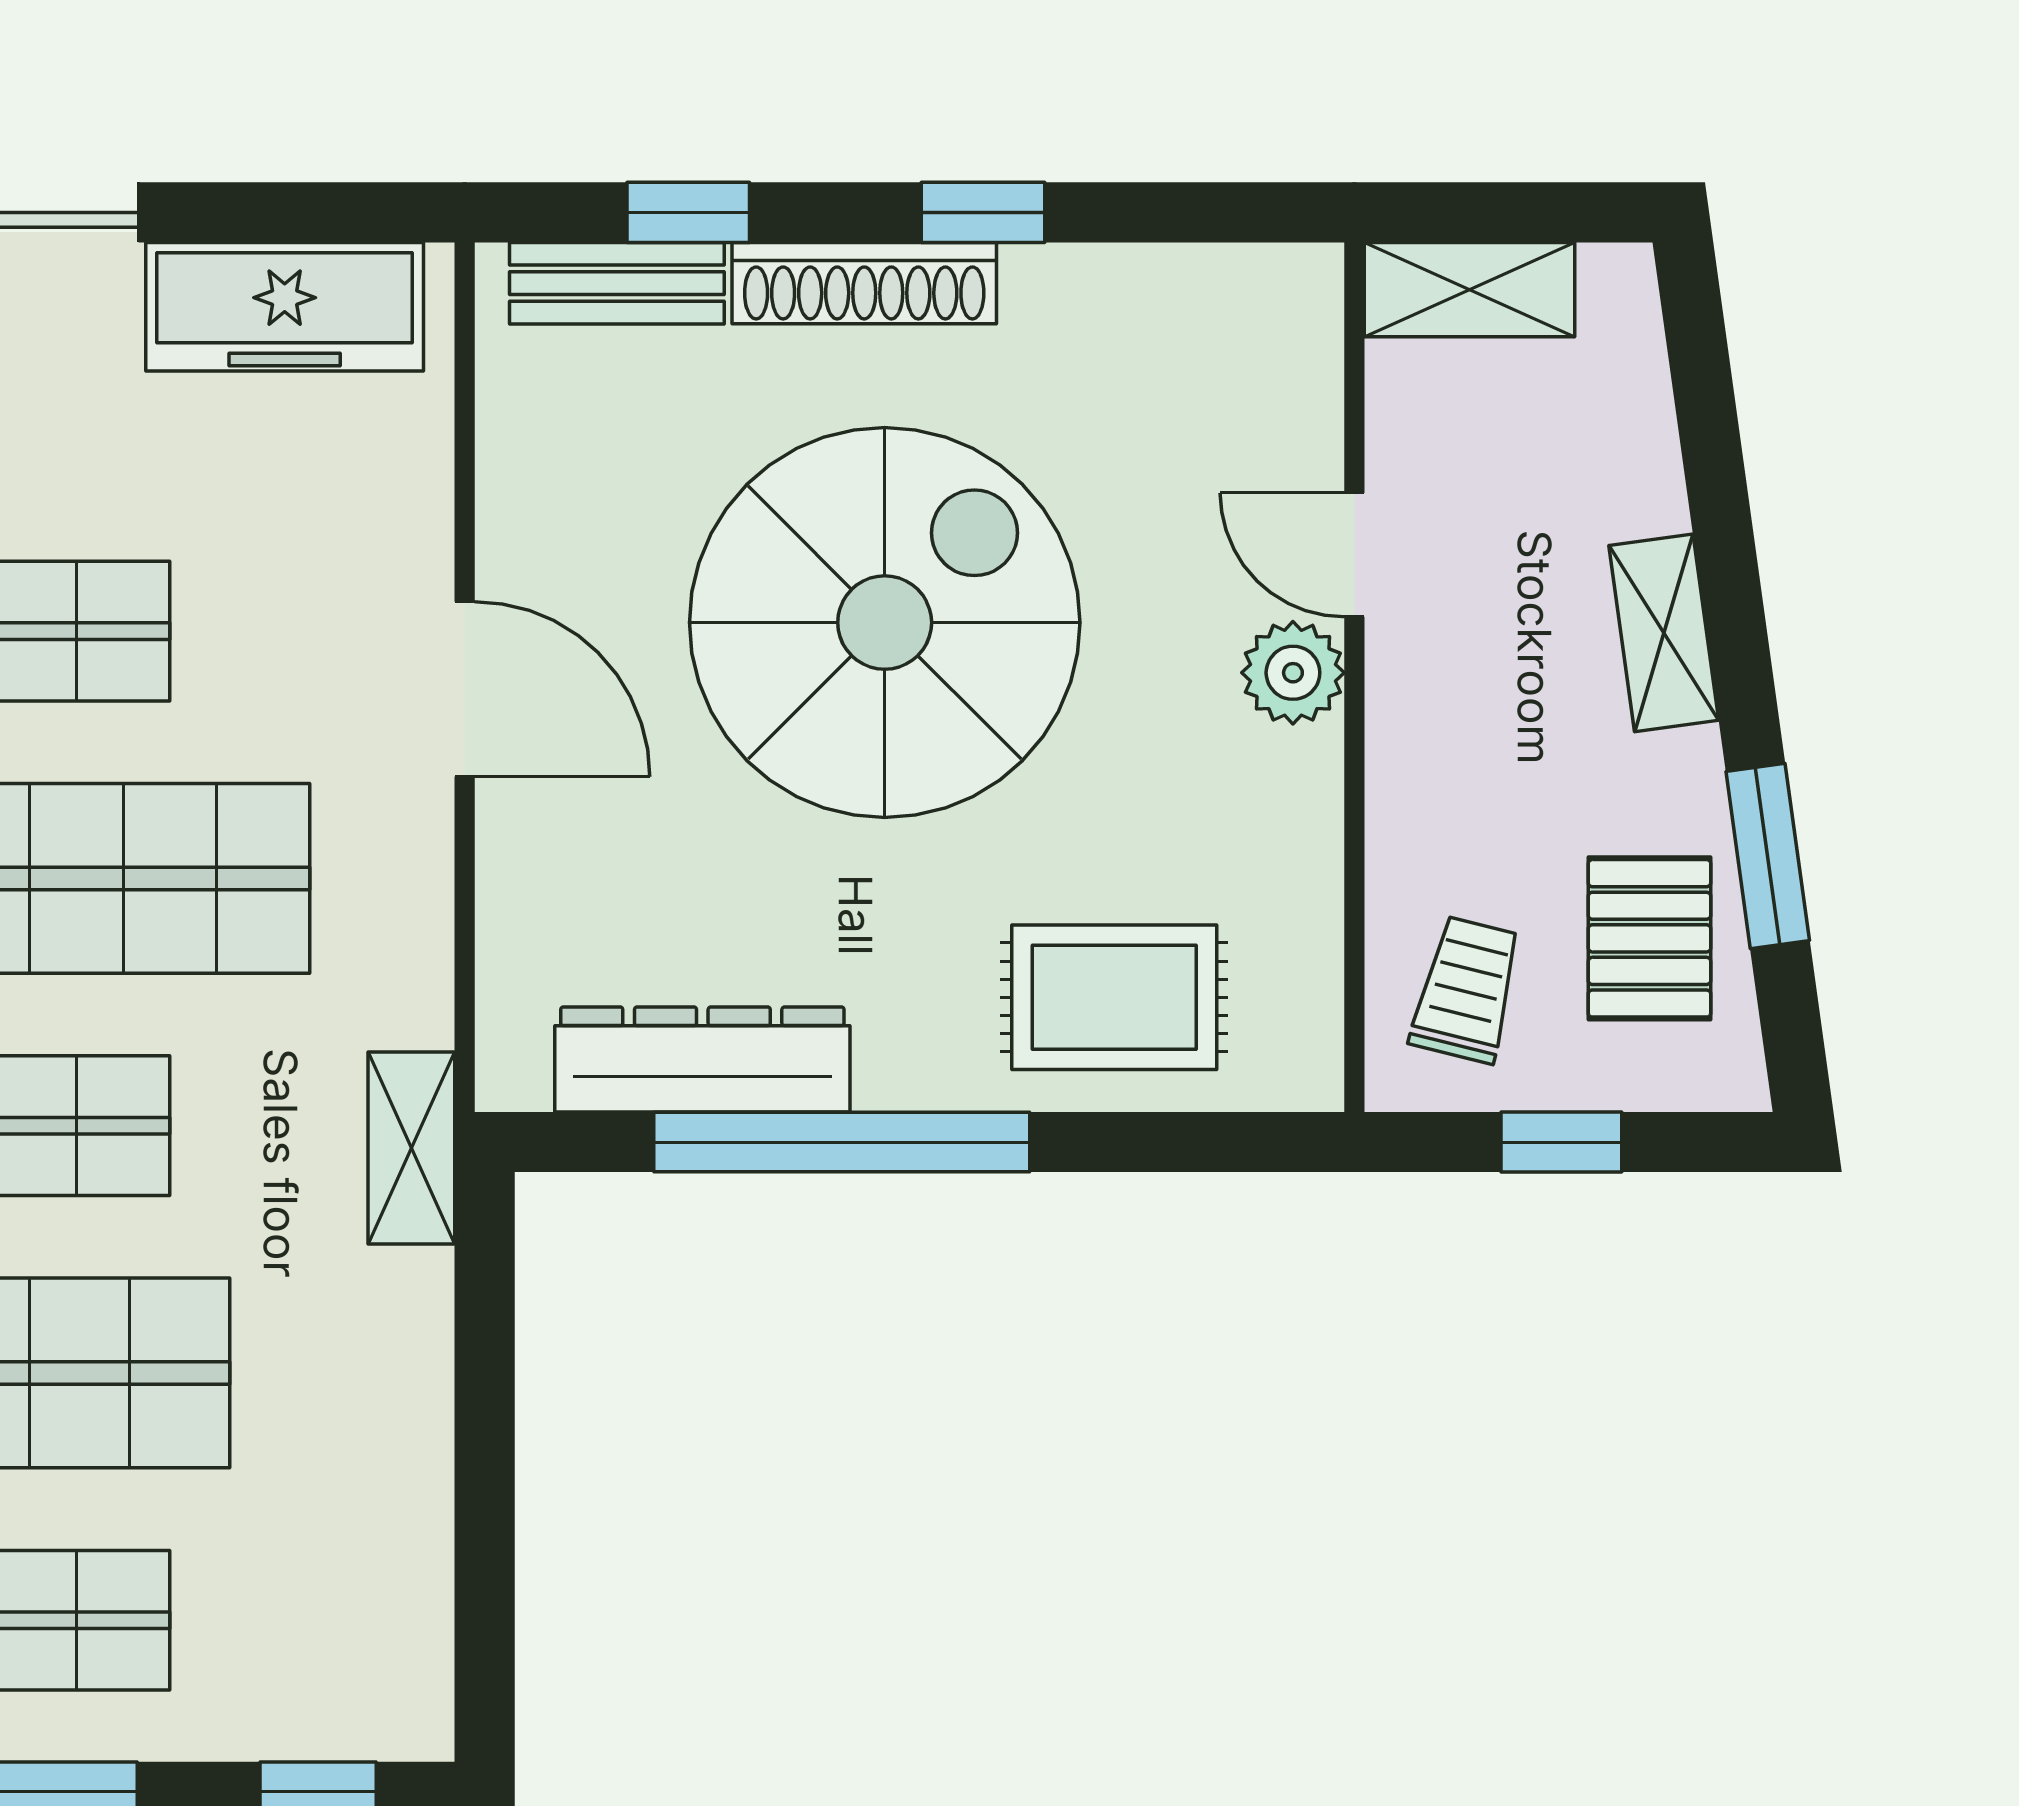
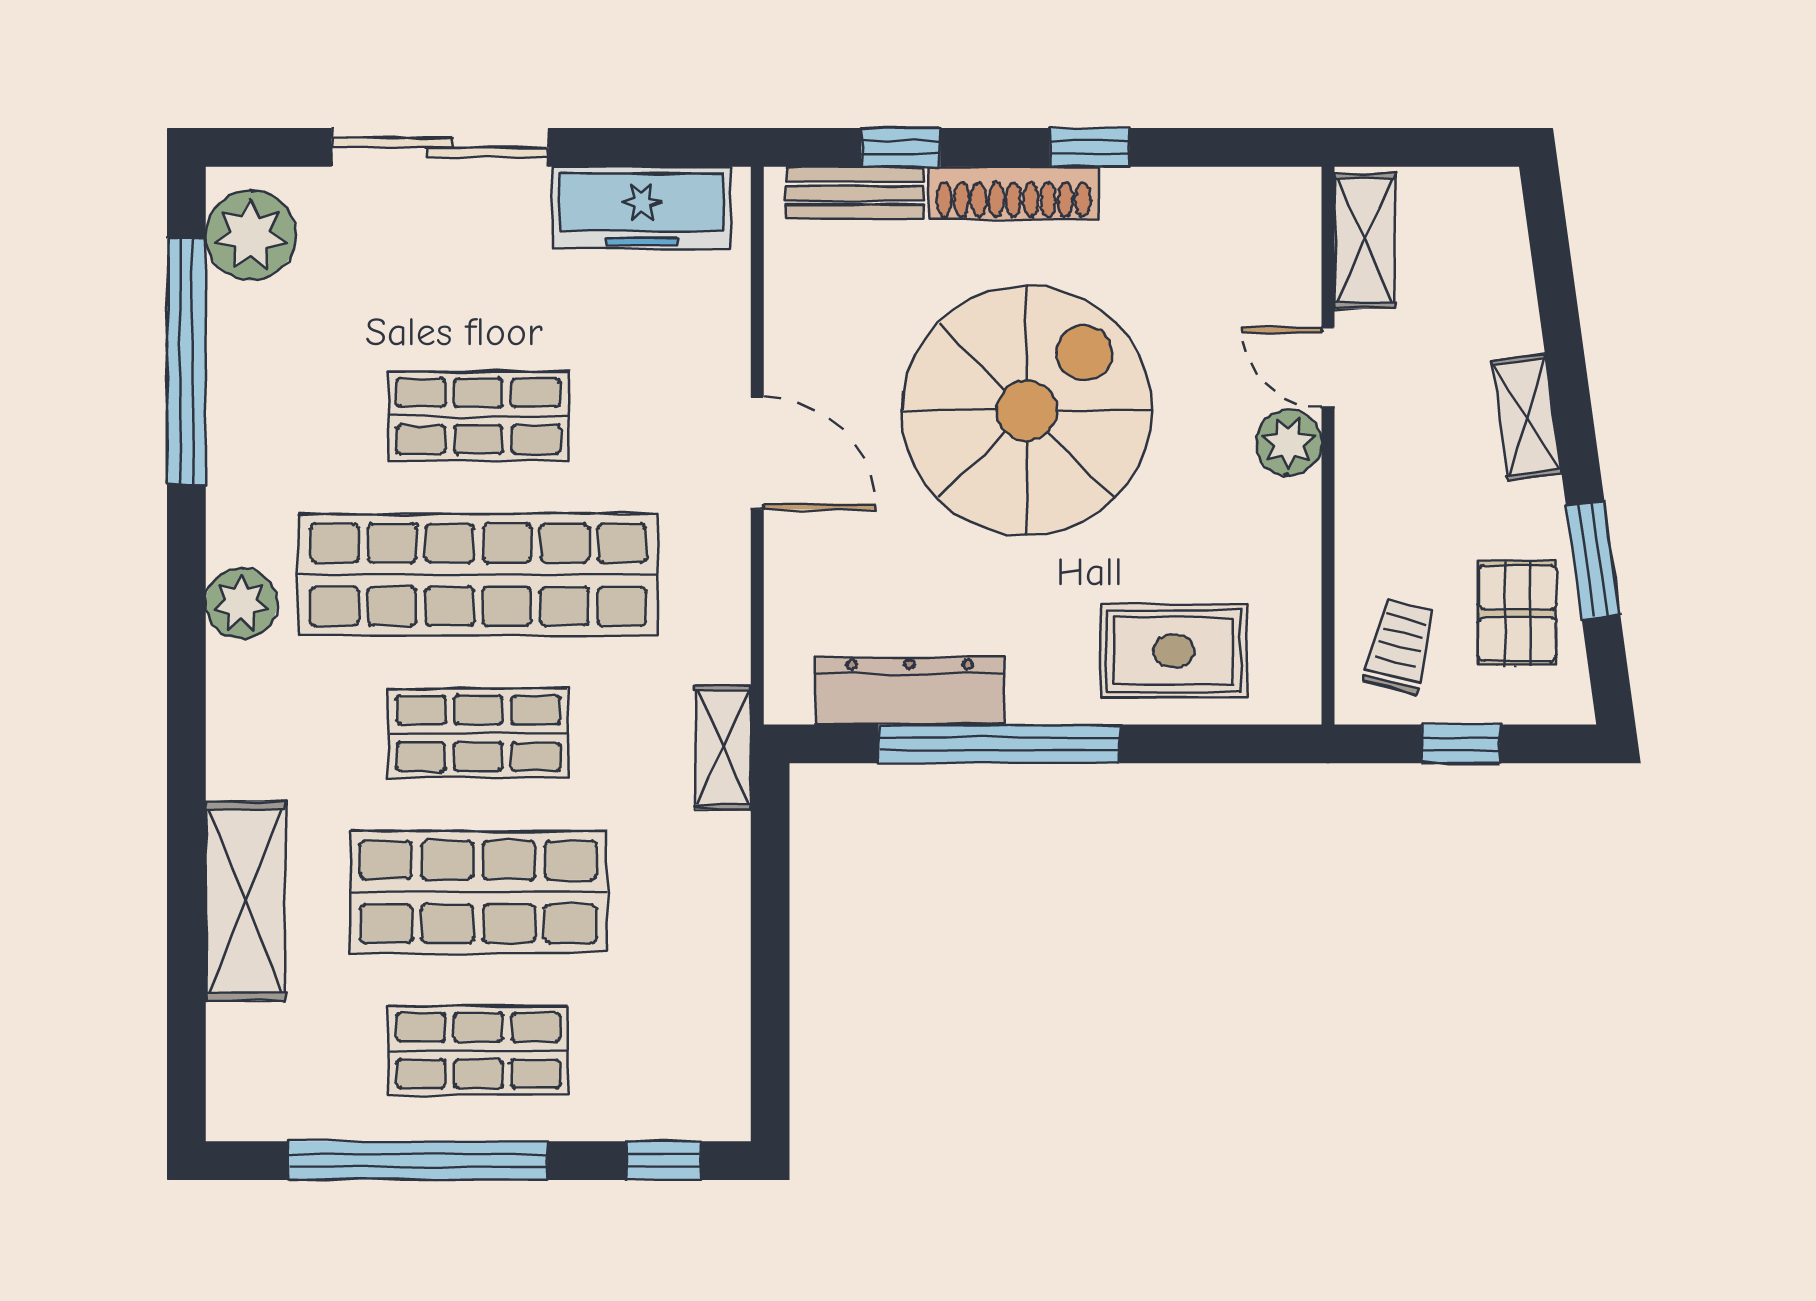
shelving: (1469, 290) -> (1365, 241), moved, turned 90

